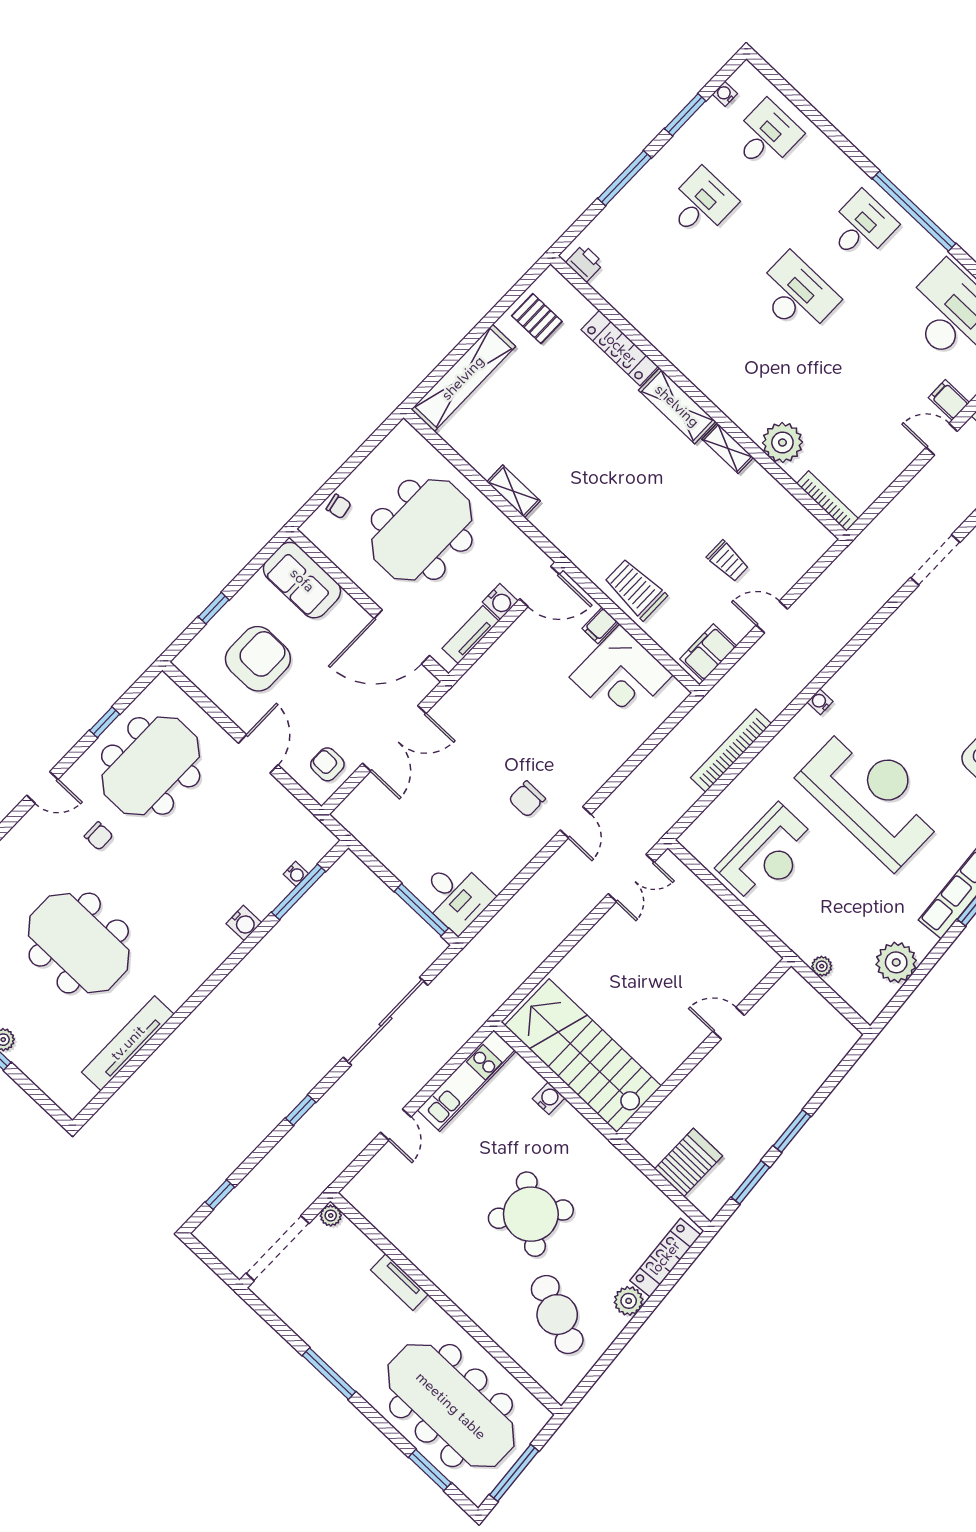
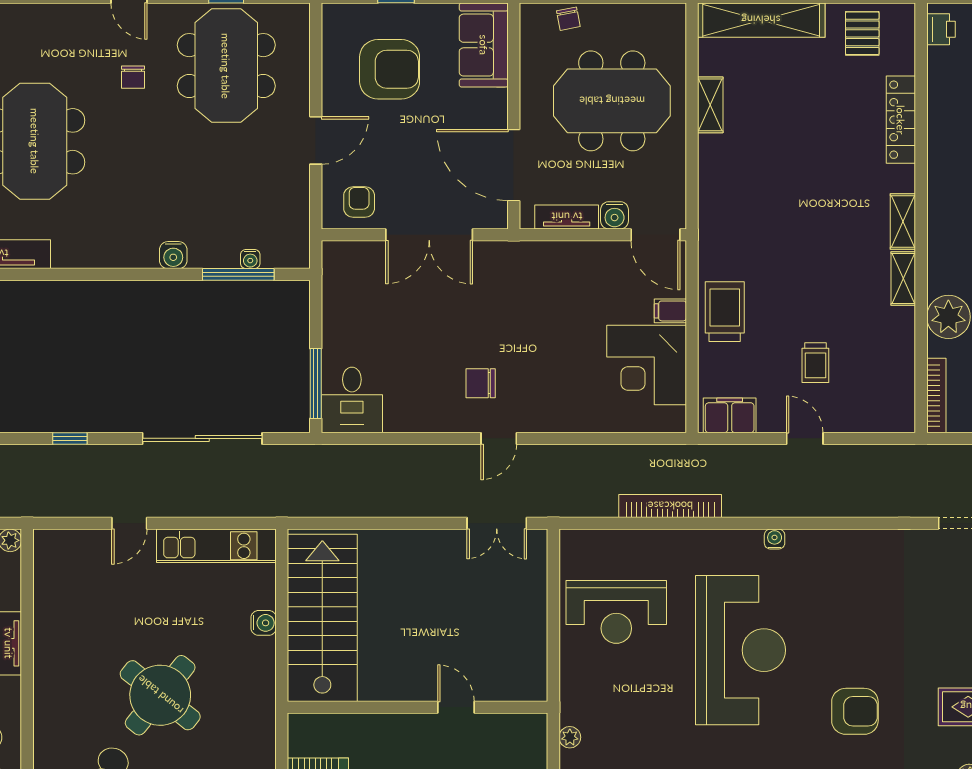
shelving: (677, 406) -> (903, 221), width x0.67, depth x0.75
shelving: (513, 491) -> (710, 105), moved
meeting table: (151, 766) -> (226, 66), turned 90

